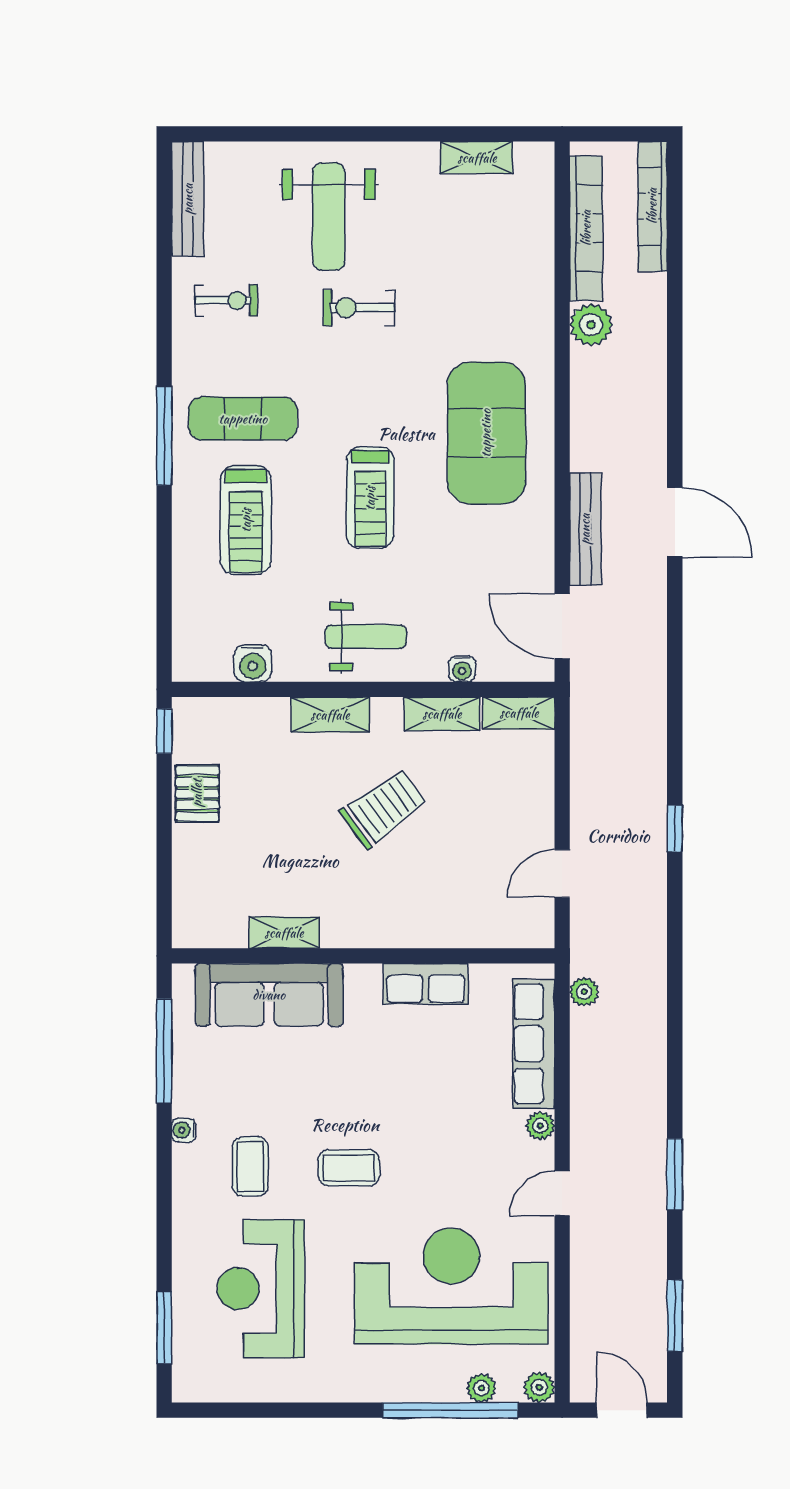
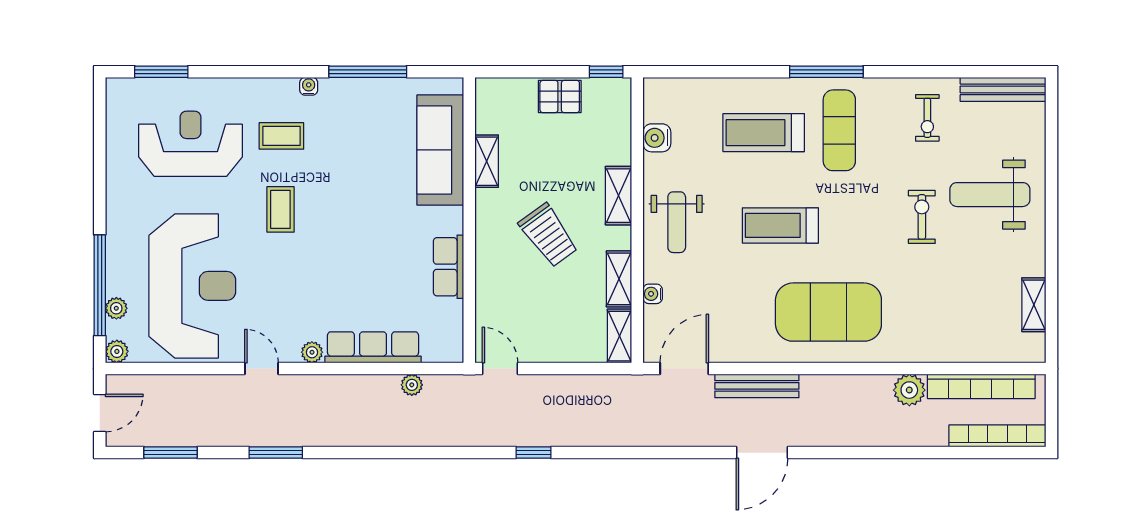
shelving: (284, 933) -> (487, 161), moved
wall: (363, 956) -> (469, 220), moved
row of seats: (426, 984) -> (449, 267), moved
sofa: (269, 995) -> (440, 150), moved

